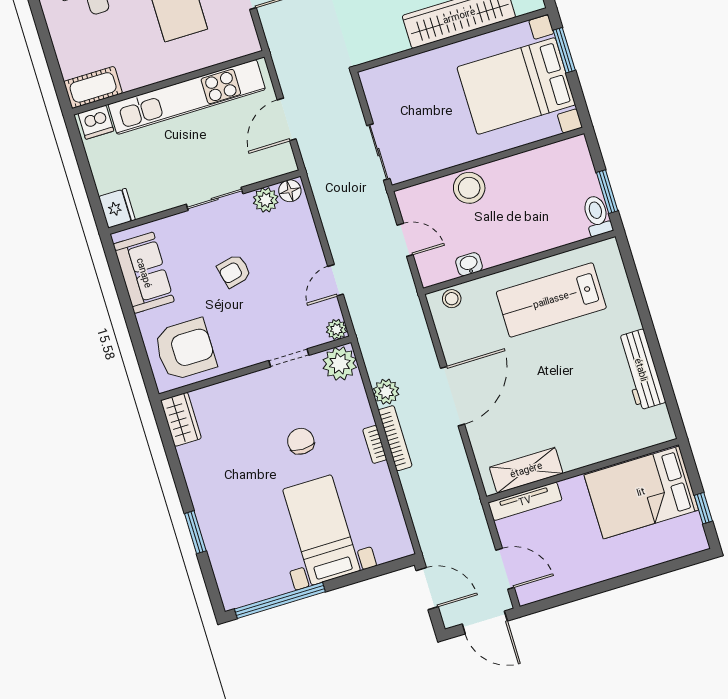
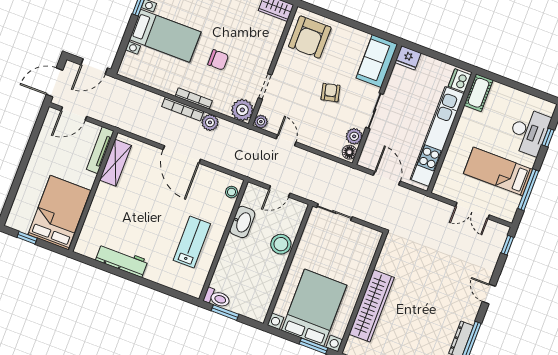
washbasin: (469, 264) -> (242, 222), width x1.91, depth x1.45
sofa: (144, 273) -> (377, 61), moved, turned 90
lab bench: (551, 300) -> (192, 242), width x0.73, depth x0.72
bookcase: (375, 444) -> (194, 98), width x1.56

